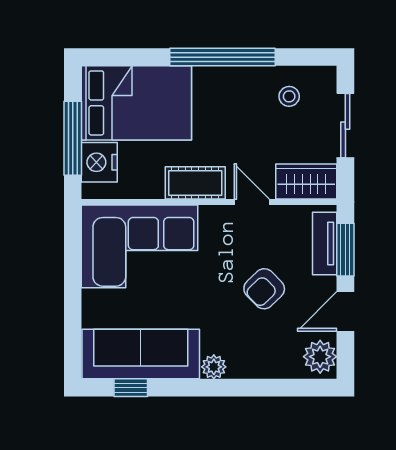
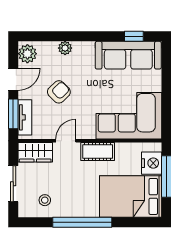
door: (252, 202) -> (66, 141), swing flipped
plant: (214, 367) -> (65, 48), moved

